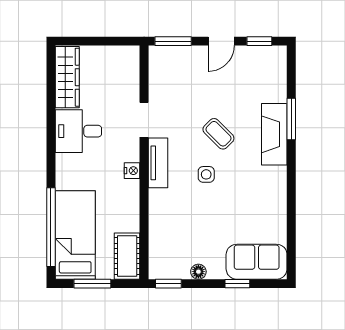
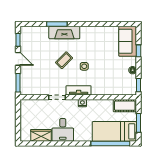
wardrobe: (67, 77) -> (41, 135), width x0.67

